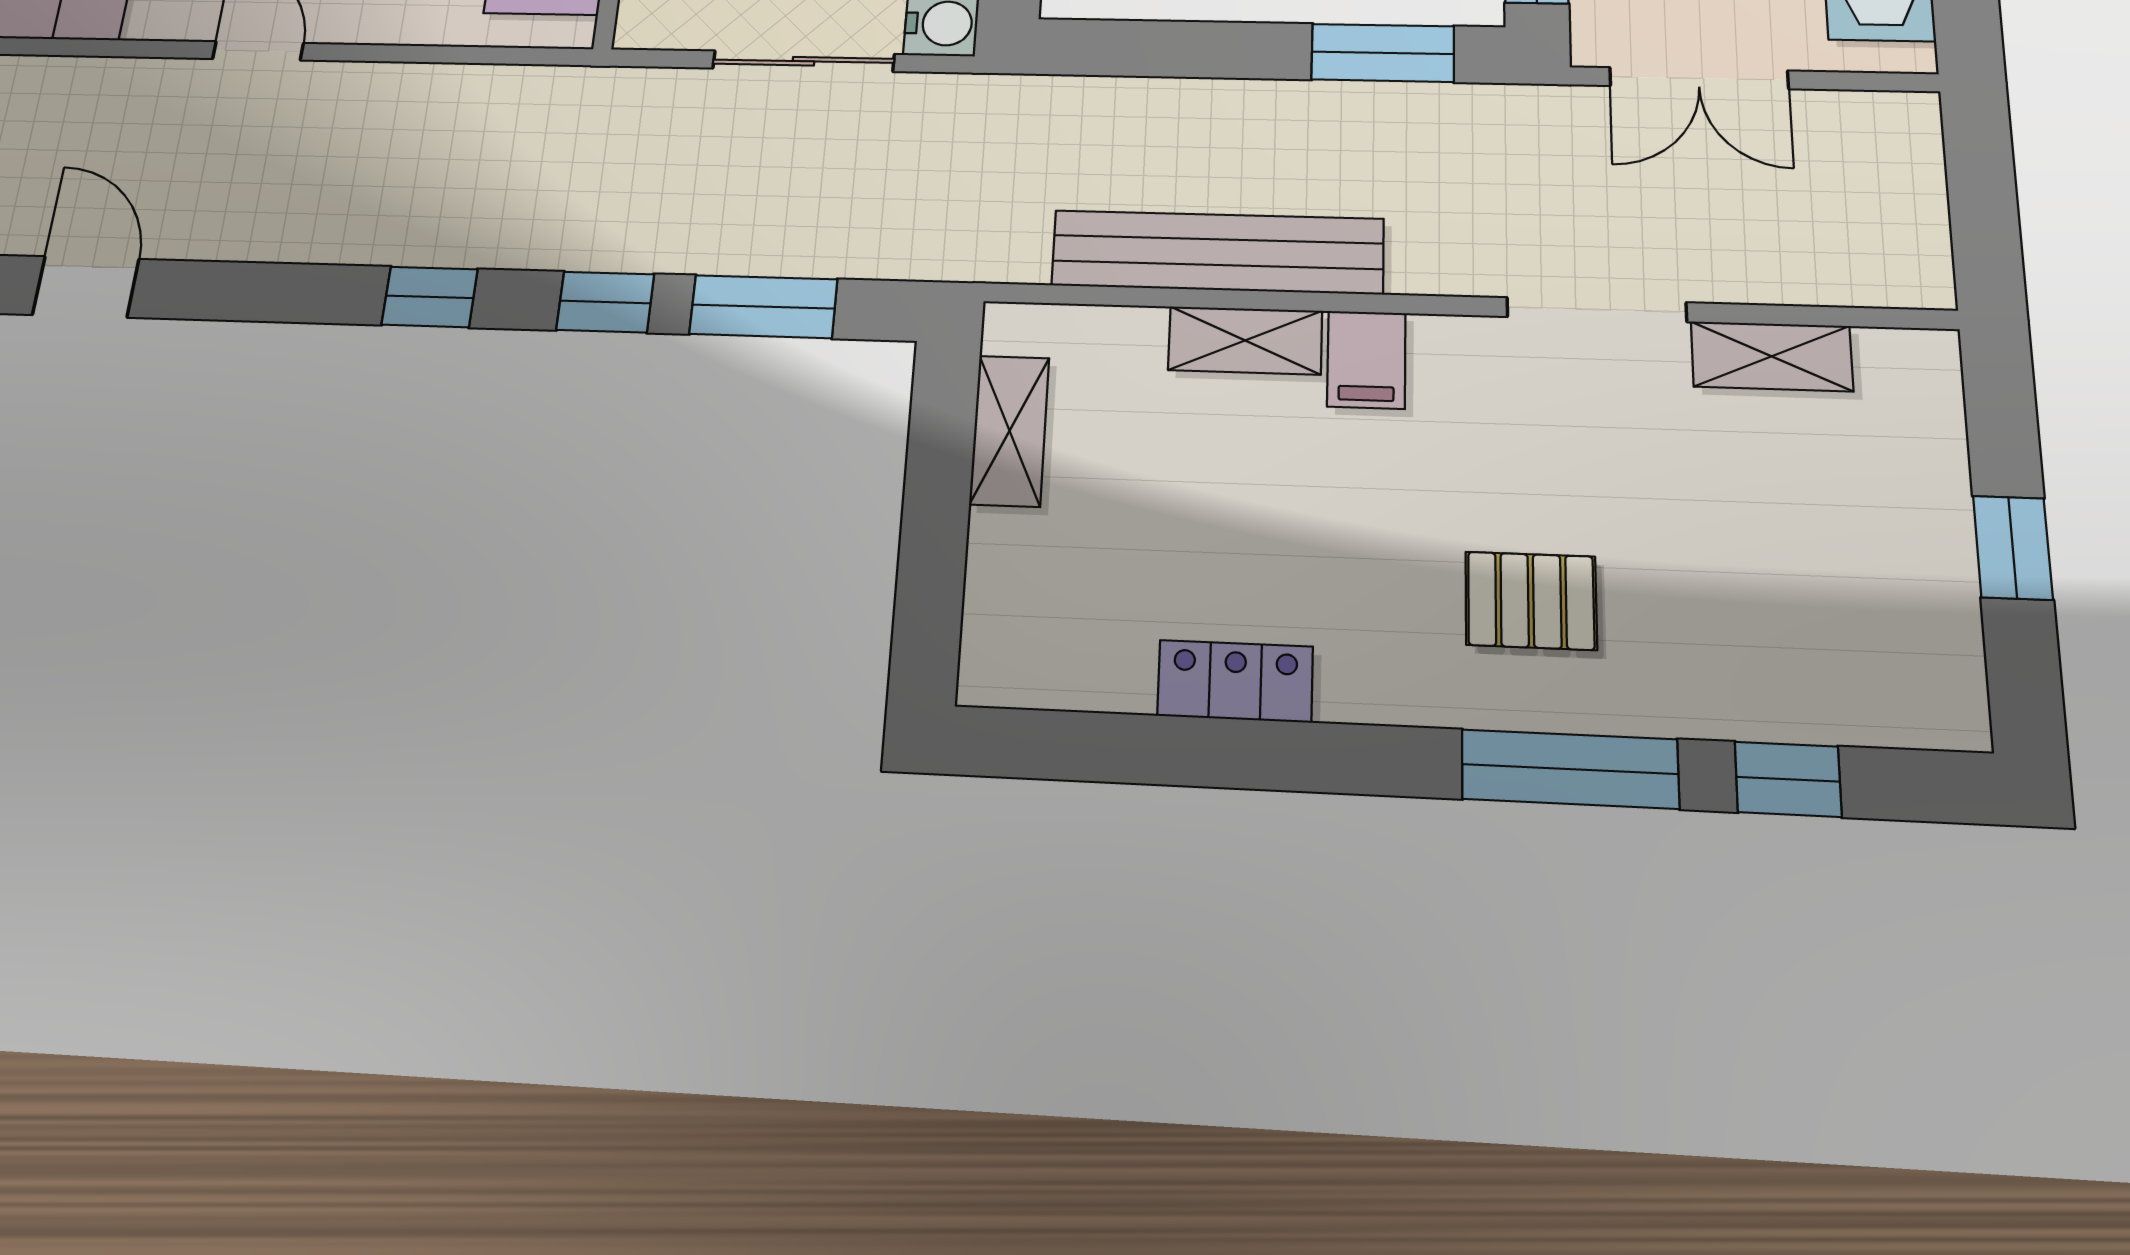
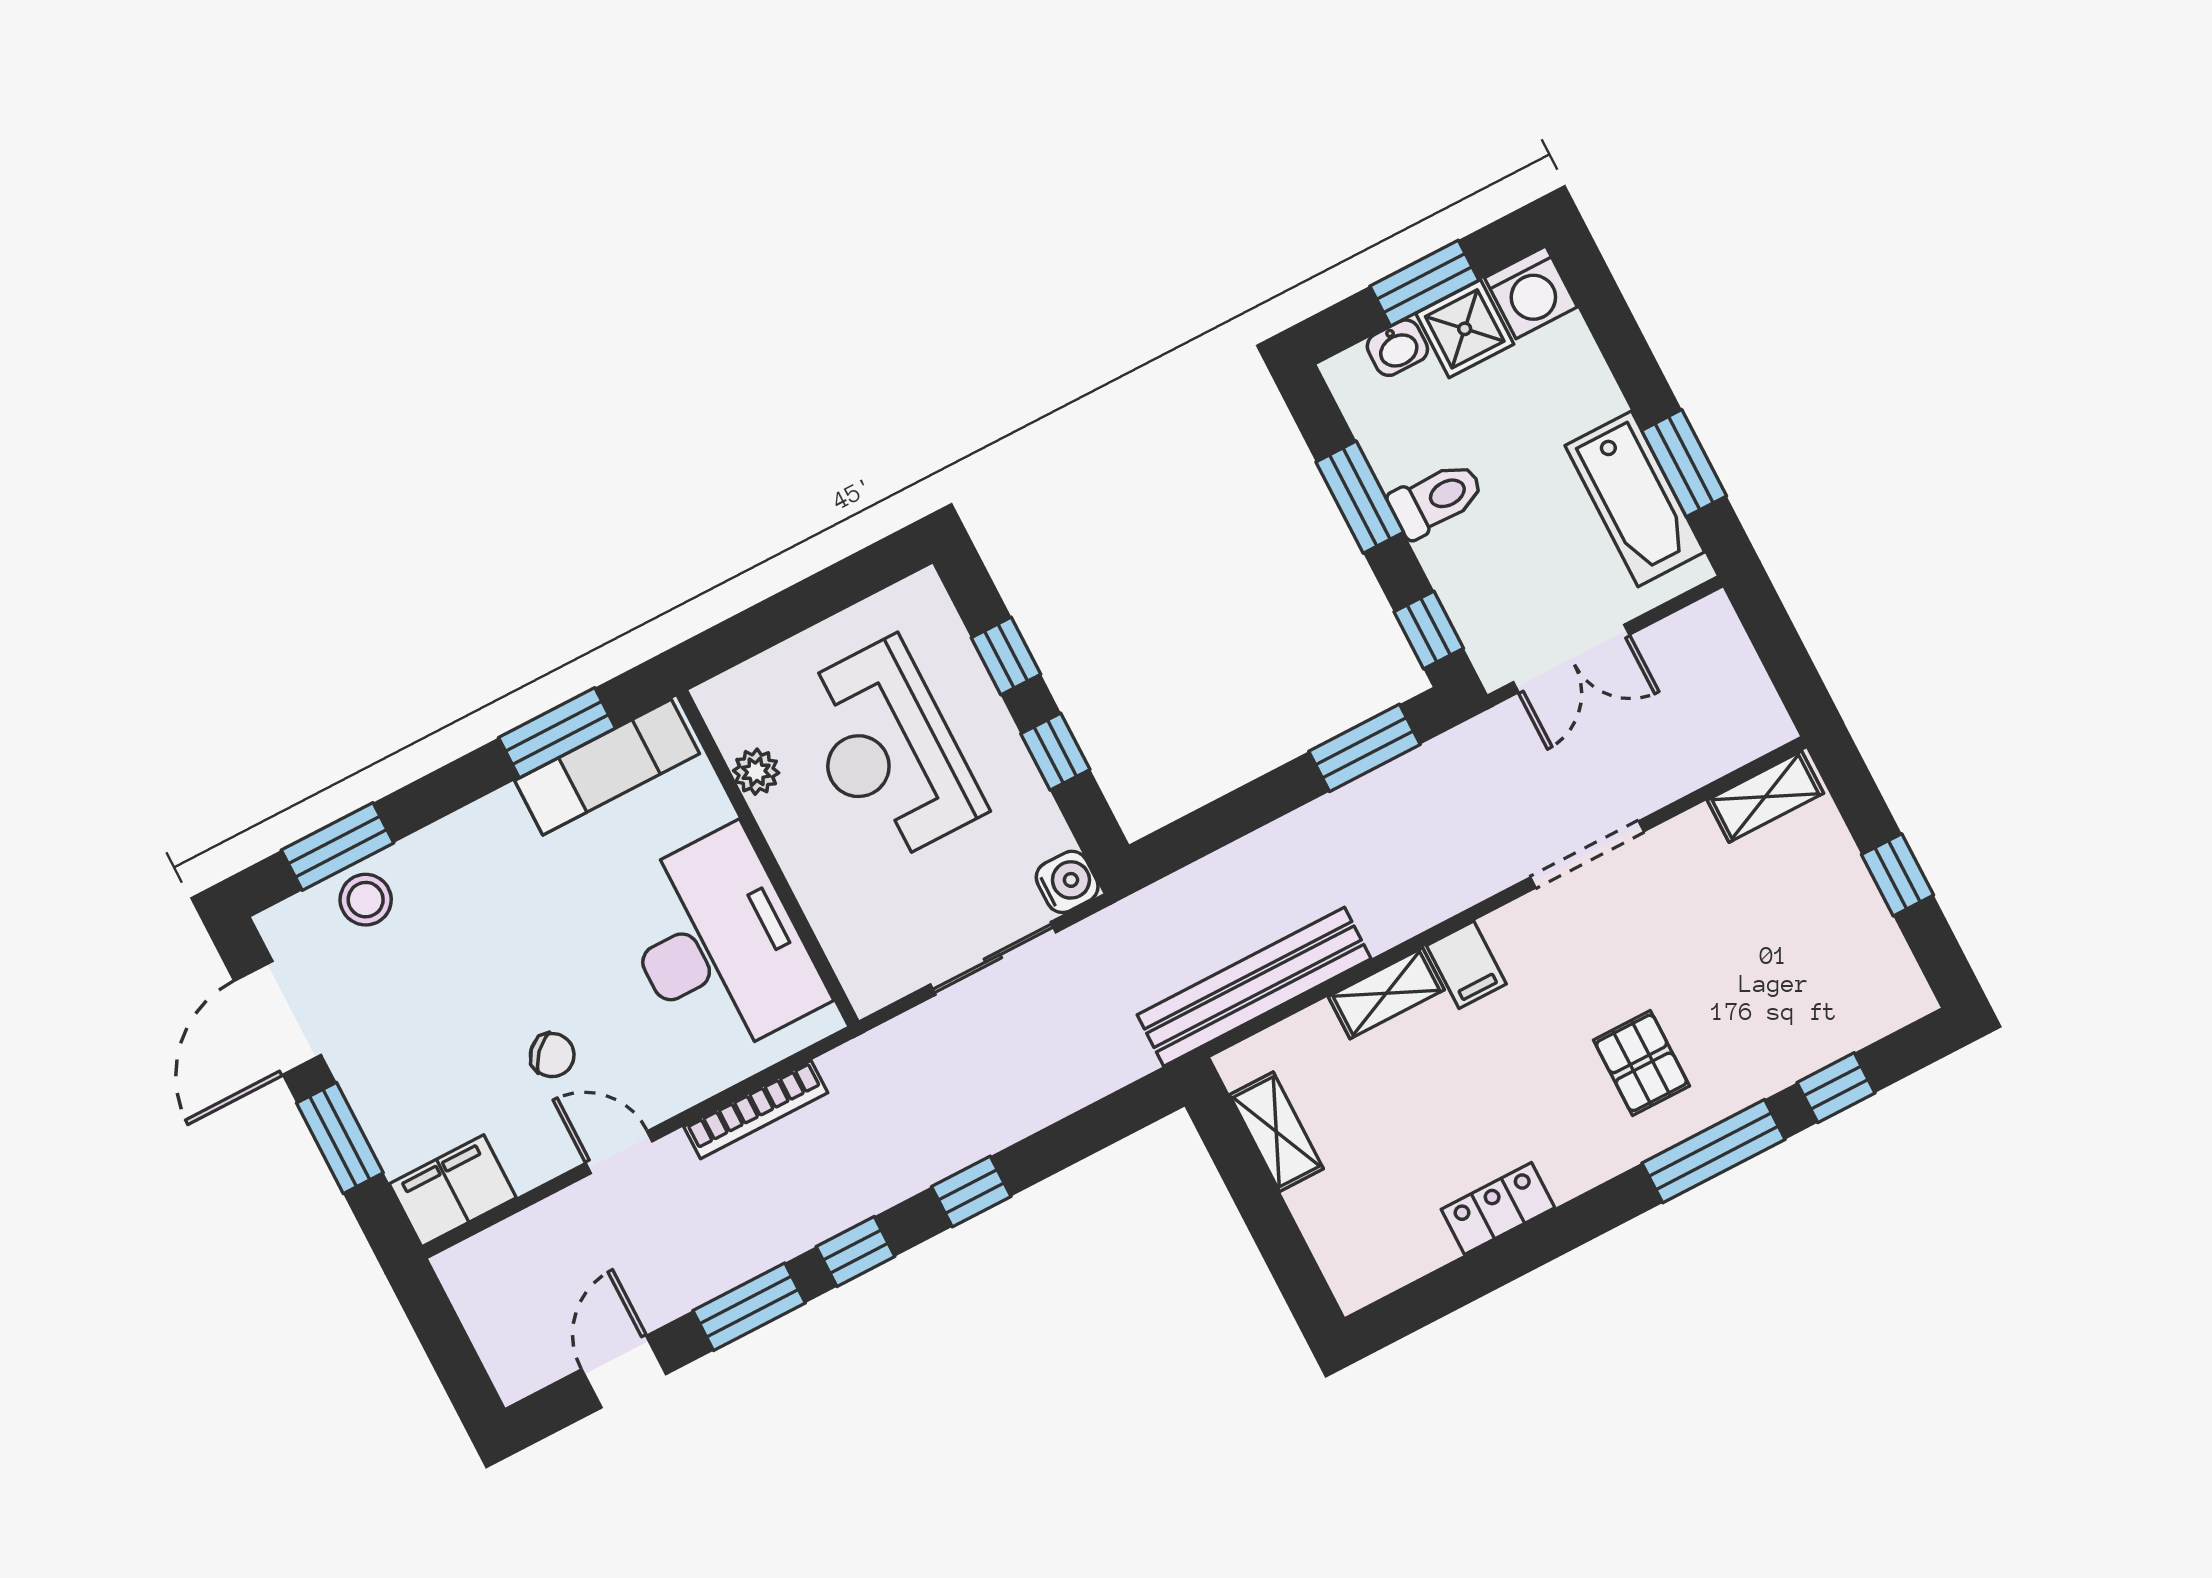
bookcase: (433, 84) -> (756, 1110), added
bench: (1217, 252) -> (1254, 987), moved
door: (86, 287) -> (624, 1372), hinge flipped
window: (763, 307) -> (749, 1307), moved
shelving: (1772, 356) -> (1765, 797), moved
pallet: (1531, 601) -> (1641, 1063), turned 90

